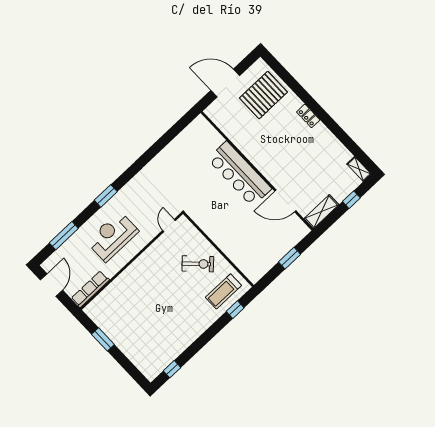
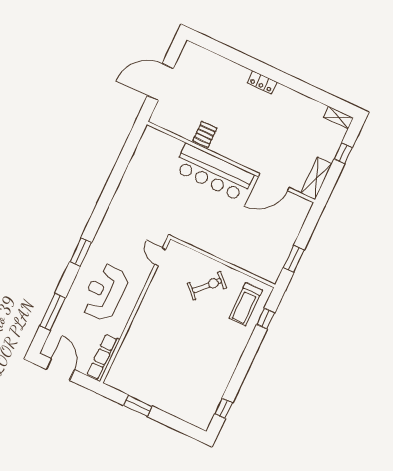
pallet: (263, 95) -> (205, 134), moved, width x0.49, depth x0.50
window: (290, 258) -> (294, 259), moved

